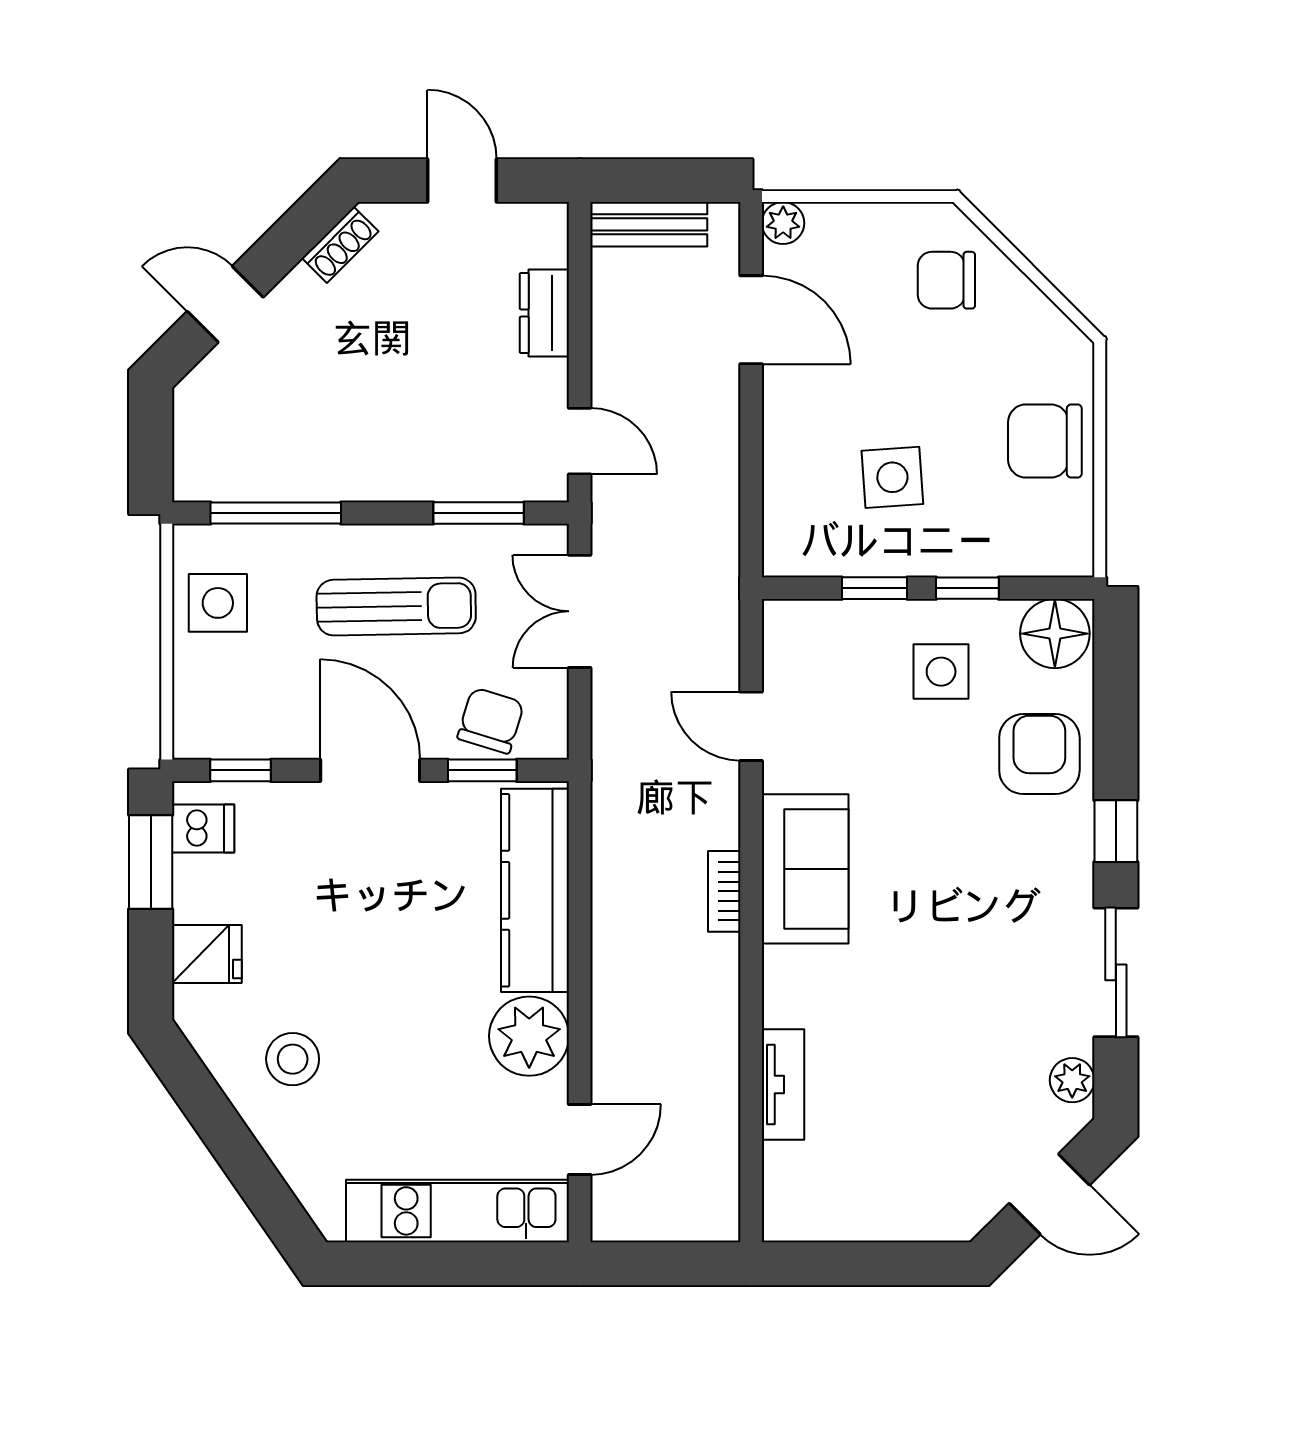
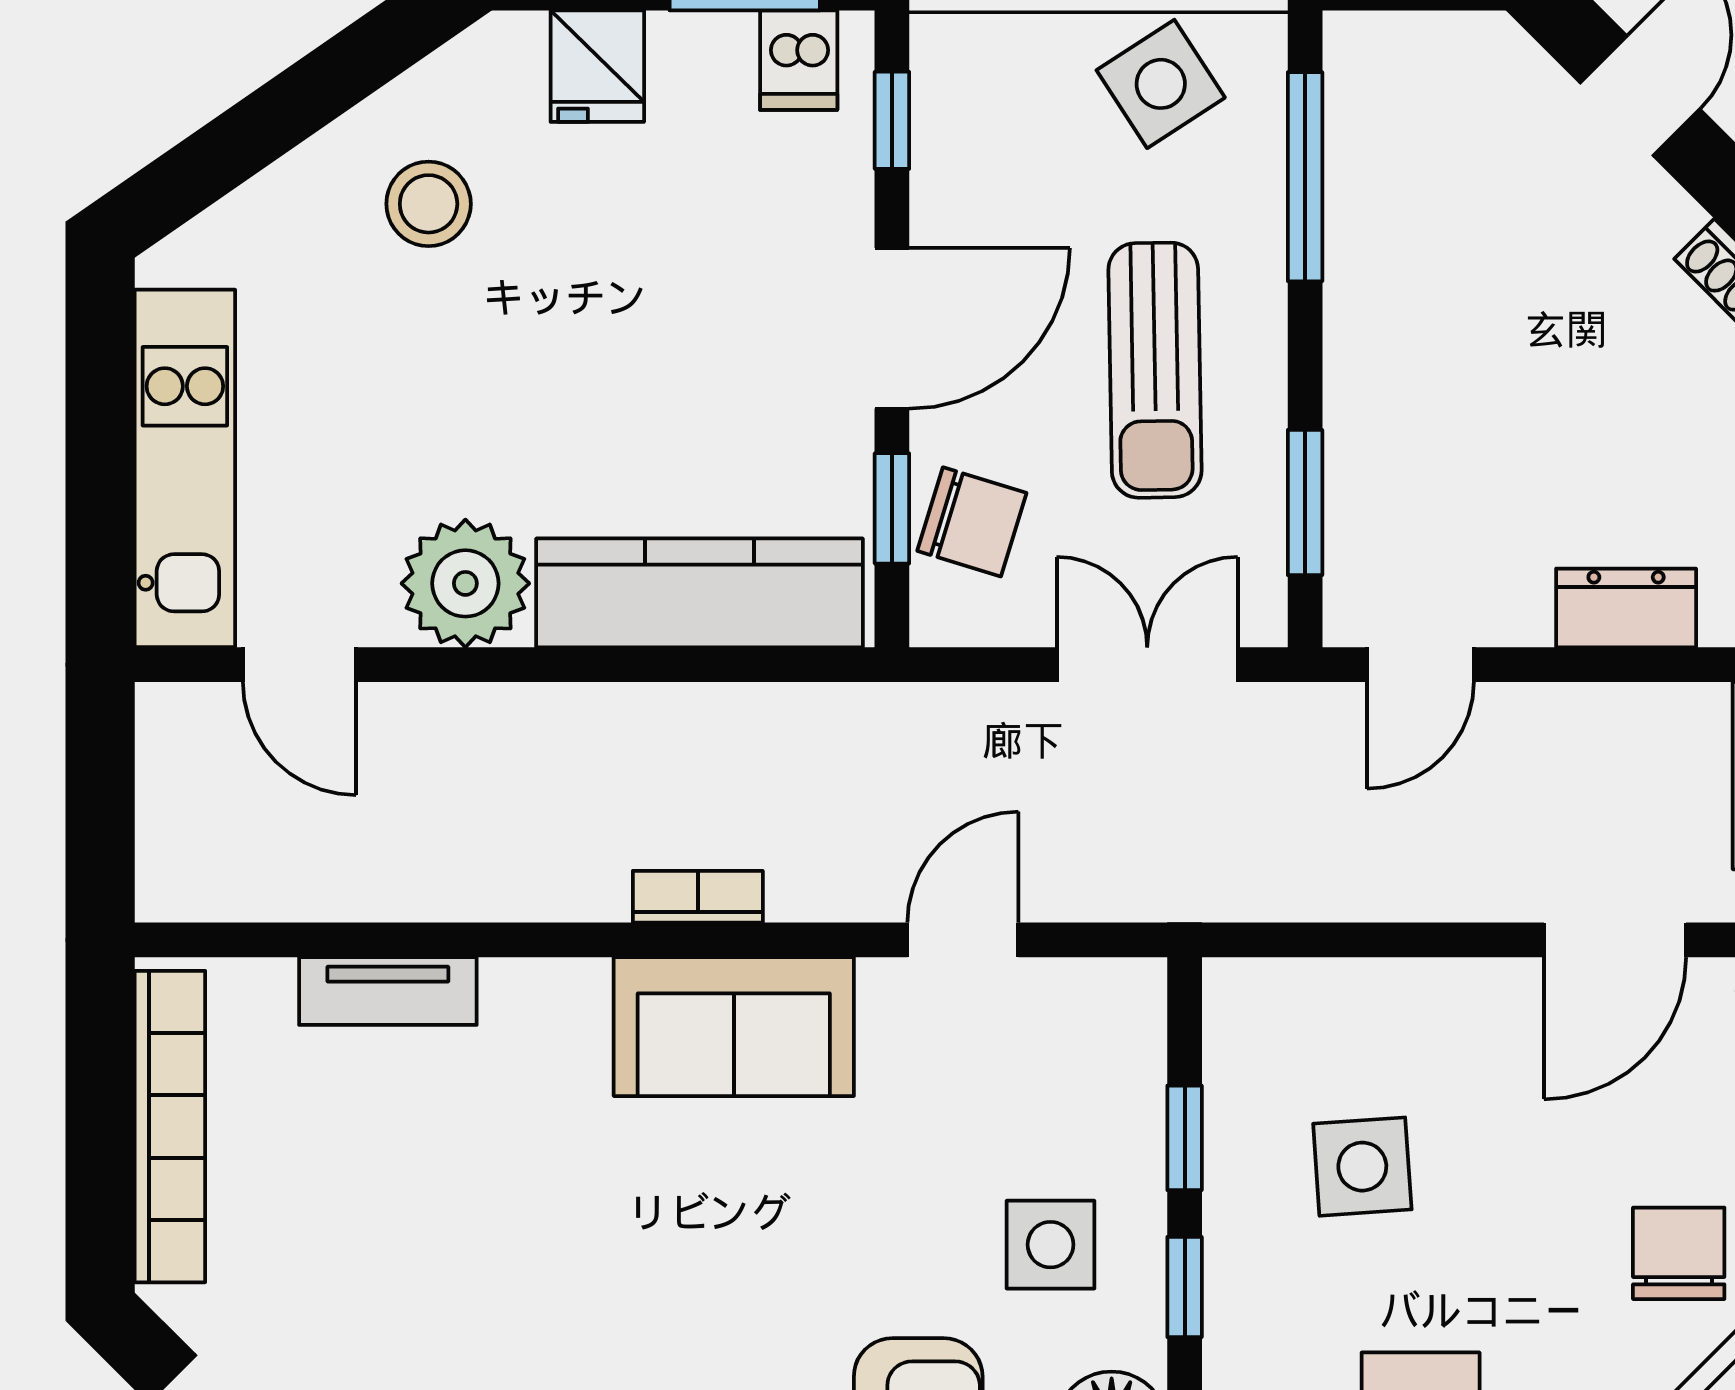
side table: (218, 603) -> (1161, 84), turned -33
bookcase: (867, 1220) -> (170, 1127), added

